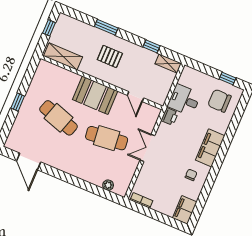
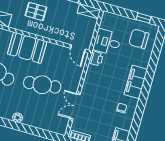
door: (136, 97) -> (78, 49), moved
double door: (147, 148) -> (75, 106), moved
plant: (108, 185) -> (18, 118), moved

